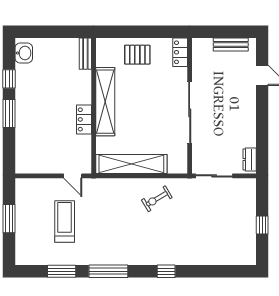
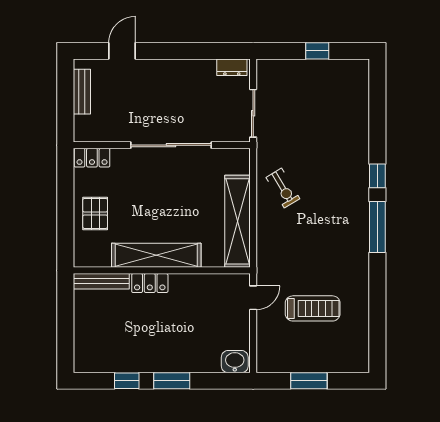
washbasin: (24, 53) -> (235, 362), moved
bench: (85, 54) -> (101, 281), width x1.36
locker: (84, 119) -> (150, 283), moved
treadmill: (65, 222) -> (313, 308), turned 180
window: (62, 271) -> (377, 312), removed
window: (108, 271) -> (377, 227), moved

